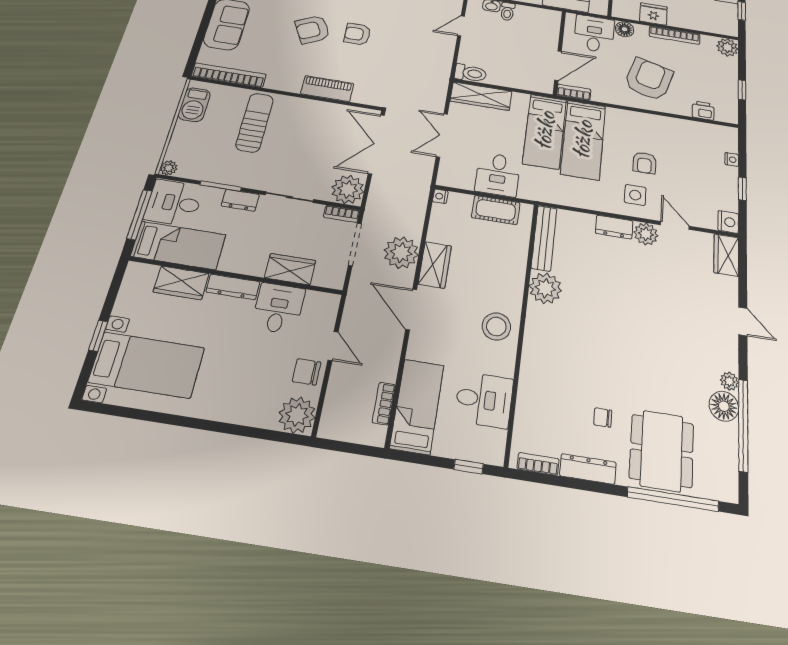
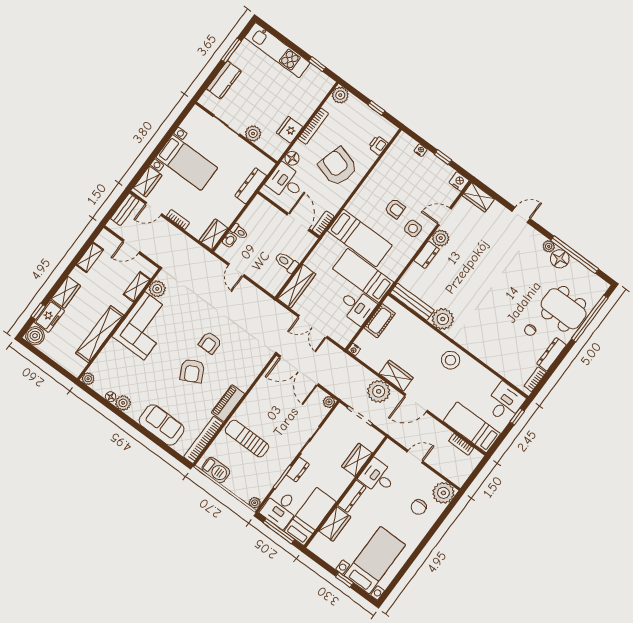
toilet: (470, 73) -> (286, 262), moved, turned -90
piano: (327, 89) -> (228, 403), moved
bed: (545, 131) -> (363, 276), moved, turned 180
plant: (348, 189) -> (329, 402), width x0.53, depth x0.53
bookcase: (342, 214) -> (336, 414), removed
chair: (307, 372) -> (419, 507), moved
desk: (484, 400) -> (505, 403), moved

